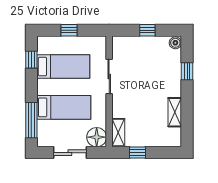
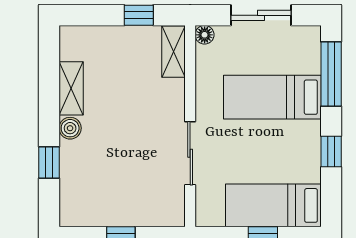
boiler: (175, 43) -> (70, 128), moved
window: (31, 60) -> (331, 151), moved
bed: (63, 67) -> (273, 205), moved
floor lamp: (97, 137) -> (205, 35), width x0.53, depth x0.53

